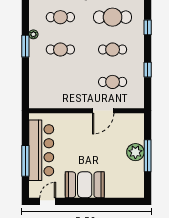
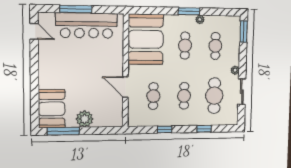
booth: (54, 91) -> (146, 39), added
window: (148, 156) -> (63, 131), moved
booth: (85, 185) -> (52, 109), moved

